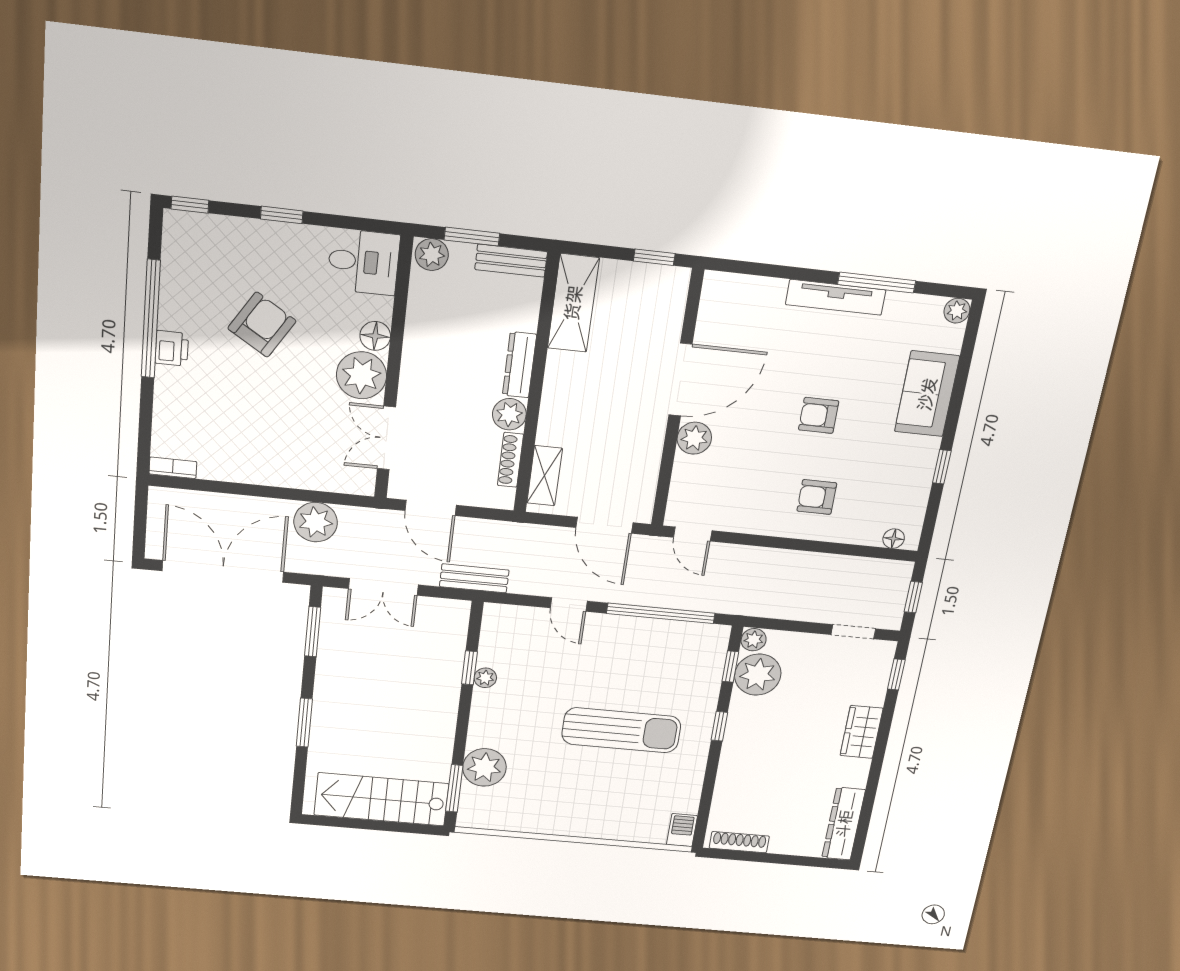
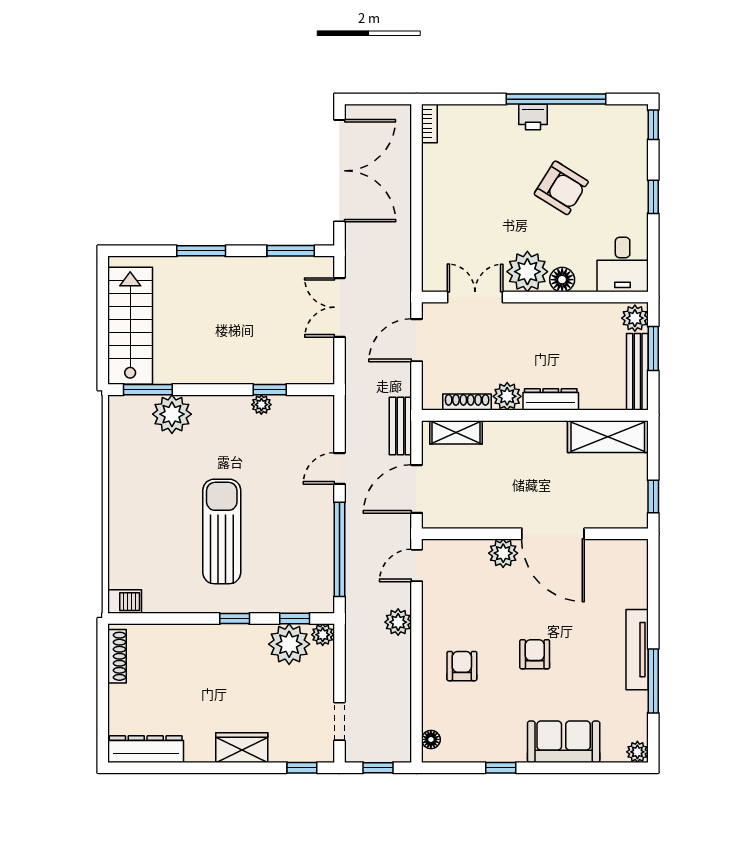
bench: (511, 261) -> (637, 372), width x1.36
plant: (316, 522) -> (398, 622), moved, width x0.73, depth x0.73
bench: (474, 578) -> (400, 426), moved
sun lounger: (621, 730) -> (222, 531), turned 180

